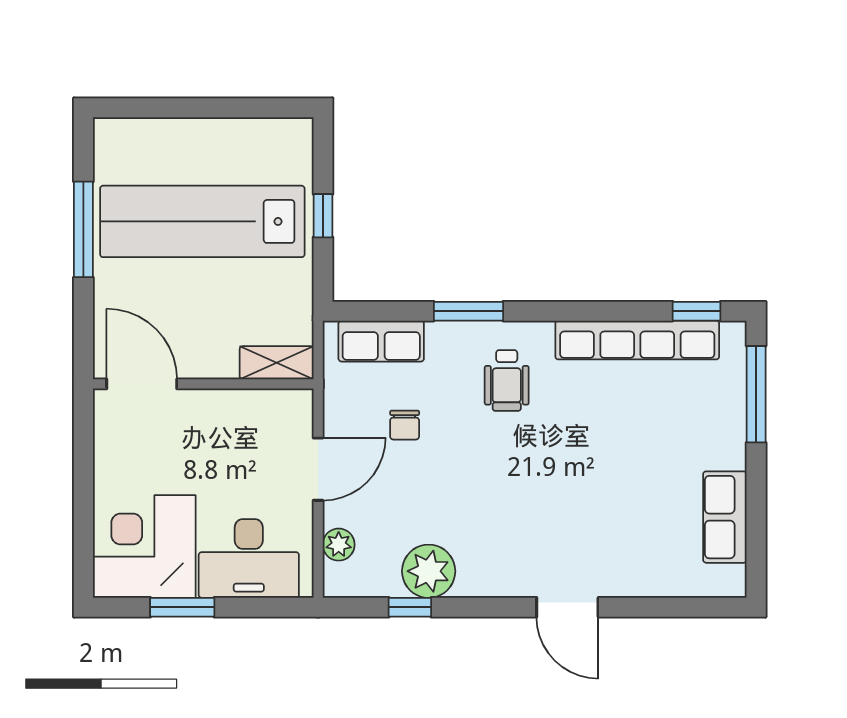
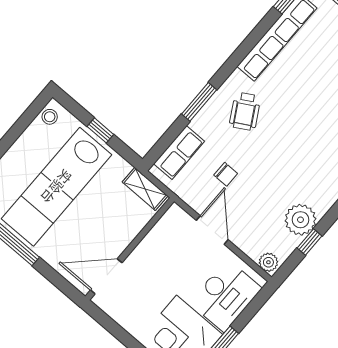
stool: (285, 135) -> (50, 117), added
shelving: (277, 363) -> (145, 189), moved, turned 90
wheelchair: (507, 380) -> (245, 111), turned 60
plant: (339, 545) -> (268, 262), moved

